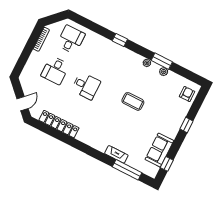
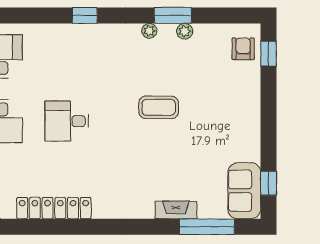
desk: (86, 86) -> (67, 121), turned 180
window: (187, 125) -> (268, 54), moved
sofa: (159, 150) -> (244, 191), moved

